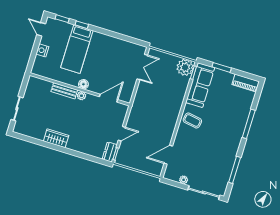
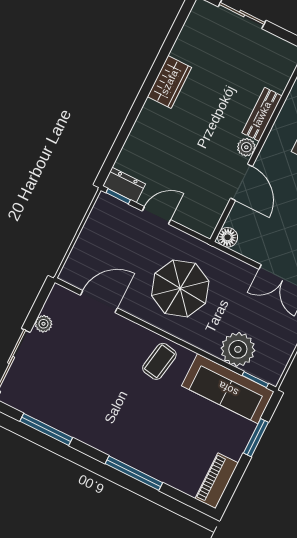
plant: (185, 67) -> (238, 349), moved
floor lamp: (83, 84) -> (228, 237), moved
door: (108, 98) -> (241, 182), moved
parasol: (155, 116) -> (180, 288), added
door: (122, 134) -> (156, 215), swing flipped
door: (168, 155) -> (99, 302), hinge flipped

